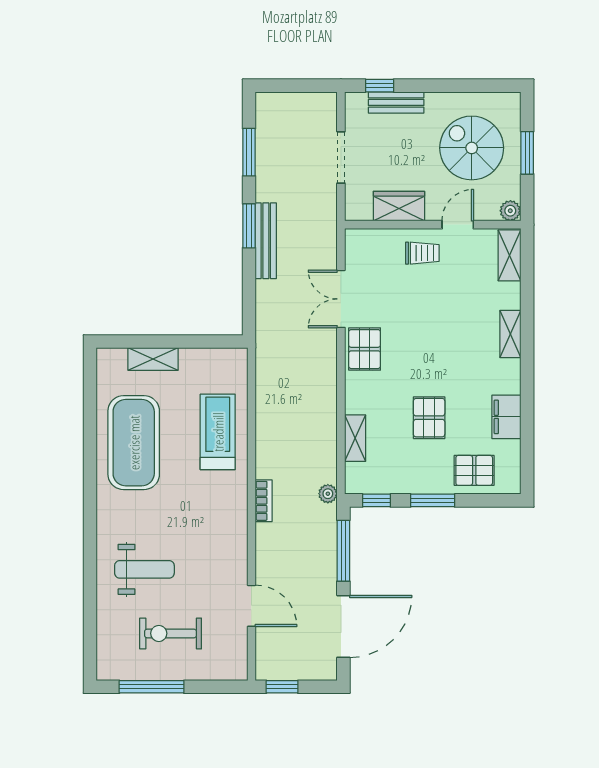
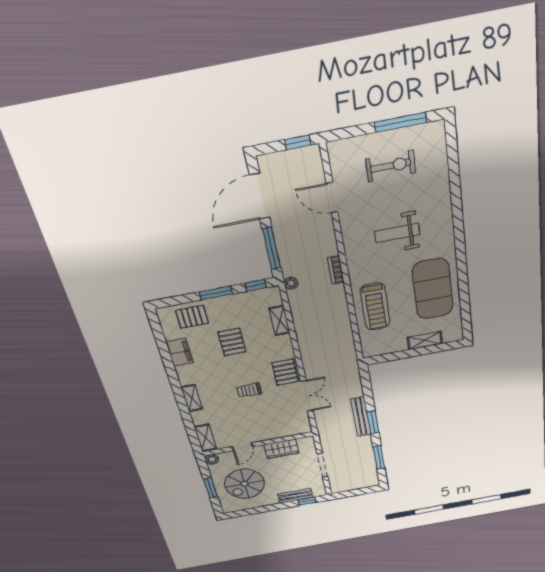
spiral stairs: (472, 148) -> (245, 484), turned 90
trolley: (422, 253) -> (249, 390), moved
weight bench: (144, 569) -> (397, 233), moved

